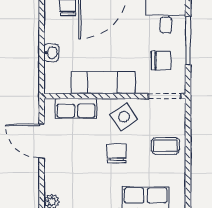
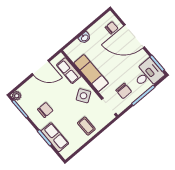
door: (42, 141) -> (40, 68), swing flipped
chair: (117, 154) -> (45, 110), moved

